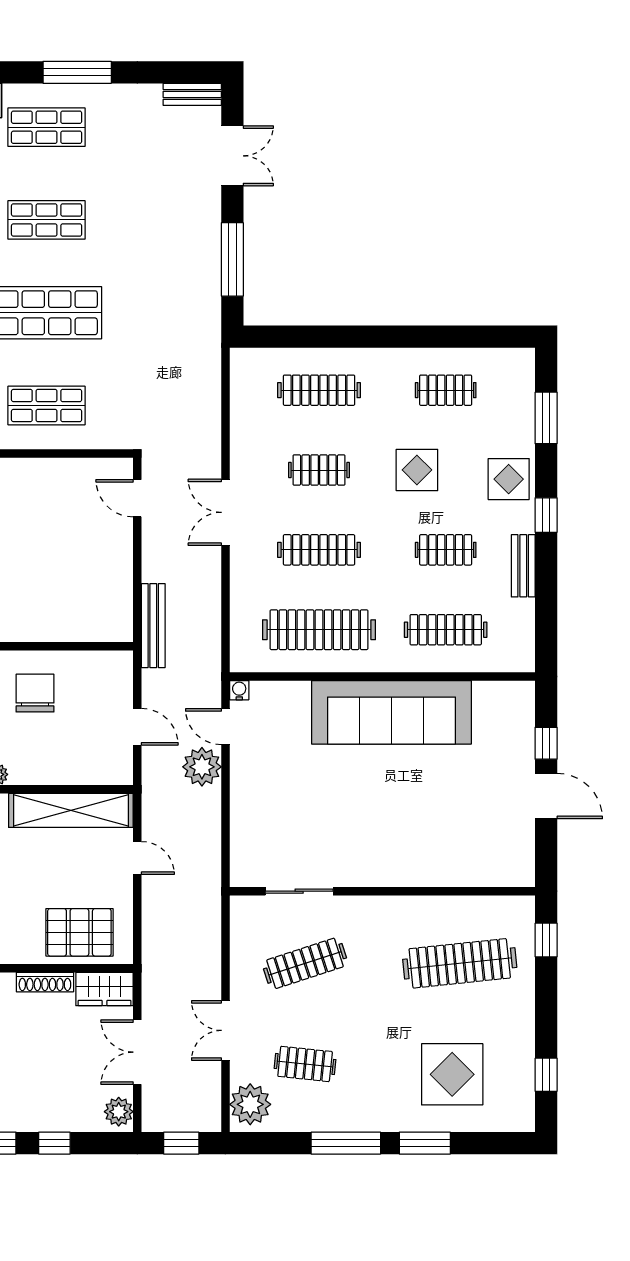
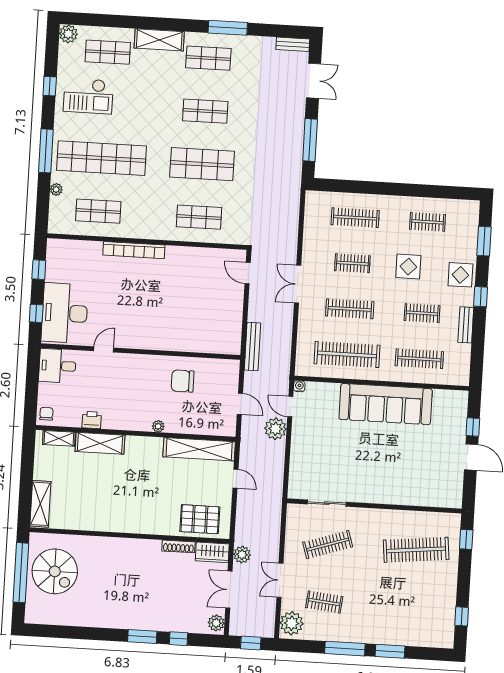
chair: (35, 693) -> (183, 381), turned -90
plant: (157, 990) -> (242, 555), added
display table: (452, 1074) -> (408, 613), removed

